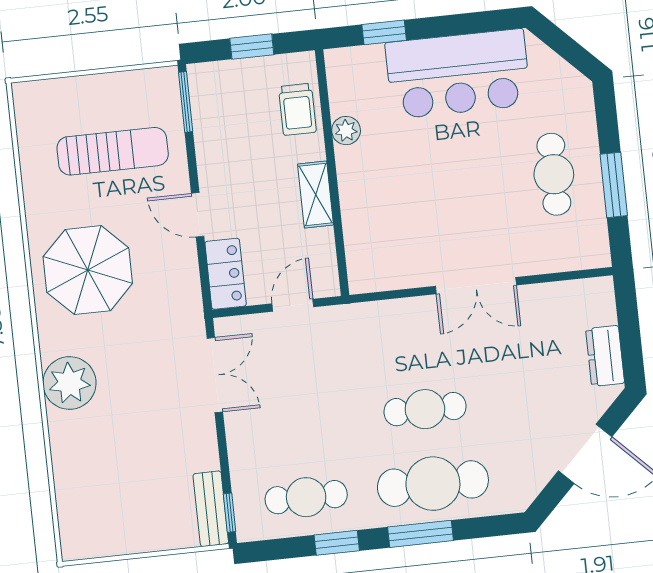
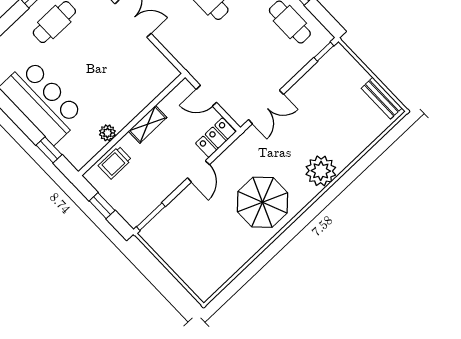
trolley: (297, 109) -> (115, 163), turned 180
sun lounger: (113, 151) -> (199, 233), removed
double door: (215, 375) -> (266, 107), swing flipped
bench: (211, 509) -> (382, 98), moved, turned 90

